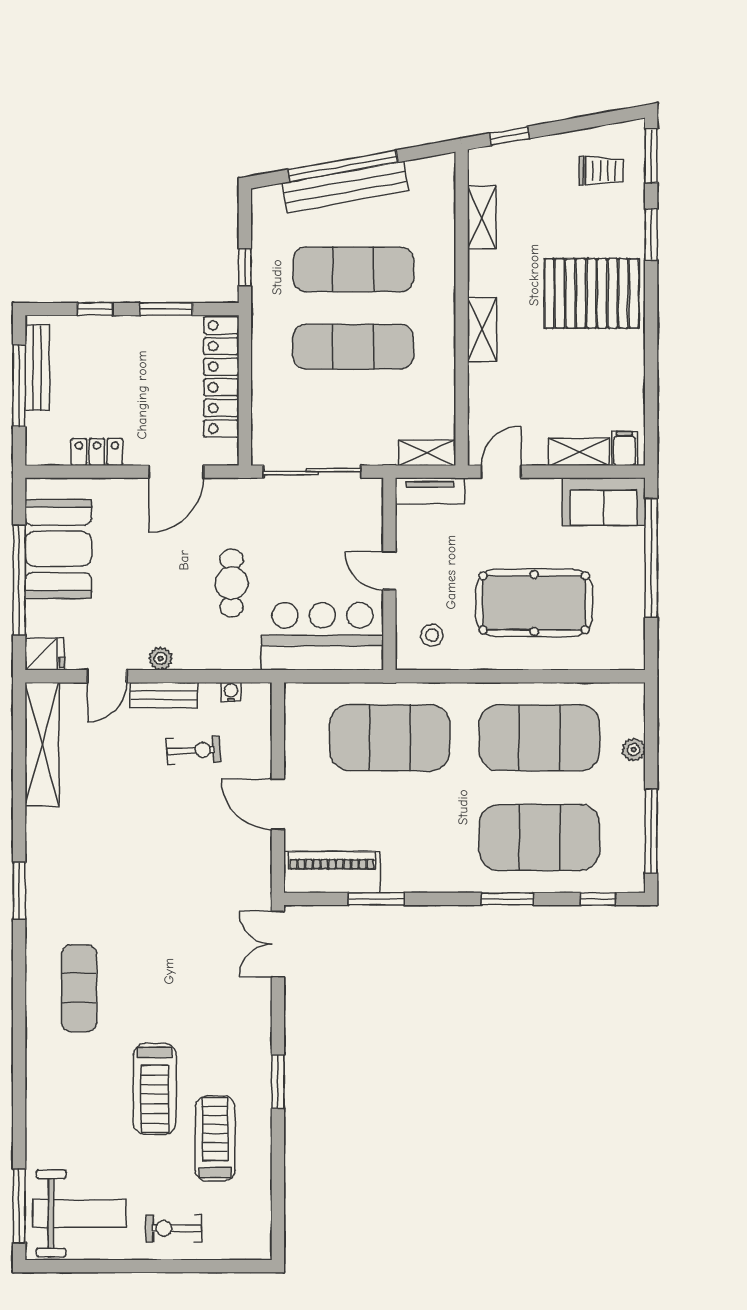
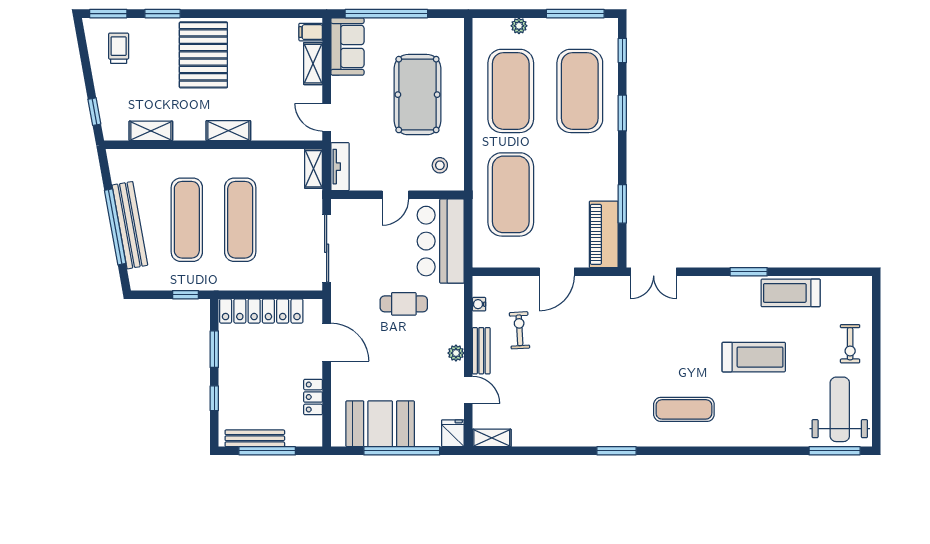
shelving: (42, 744) -> (492, 438), width x0.45, depth x0.75
treadmill: (215, 1139) -> (791, 293), moved

